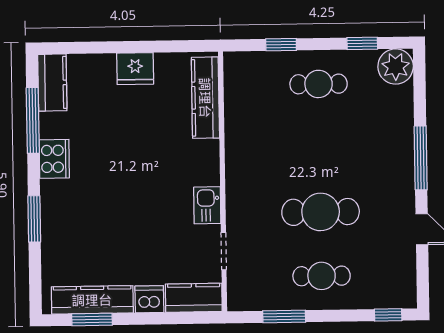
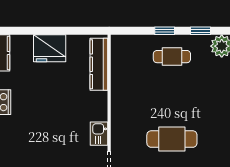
window: (281, 45) -> (165, 31), moved
fridge: (135, 69) -> (50, 48), width x1.36, depth x1.34

